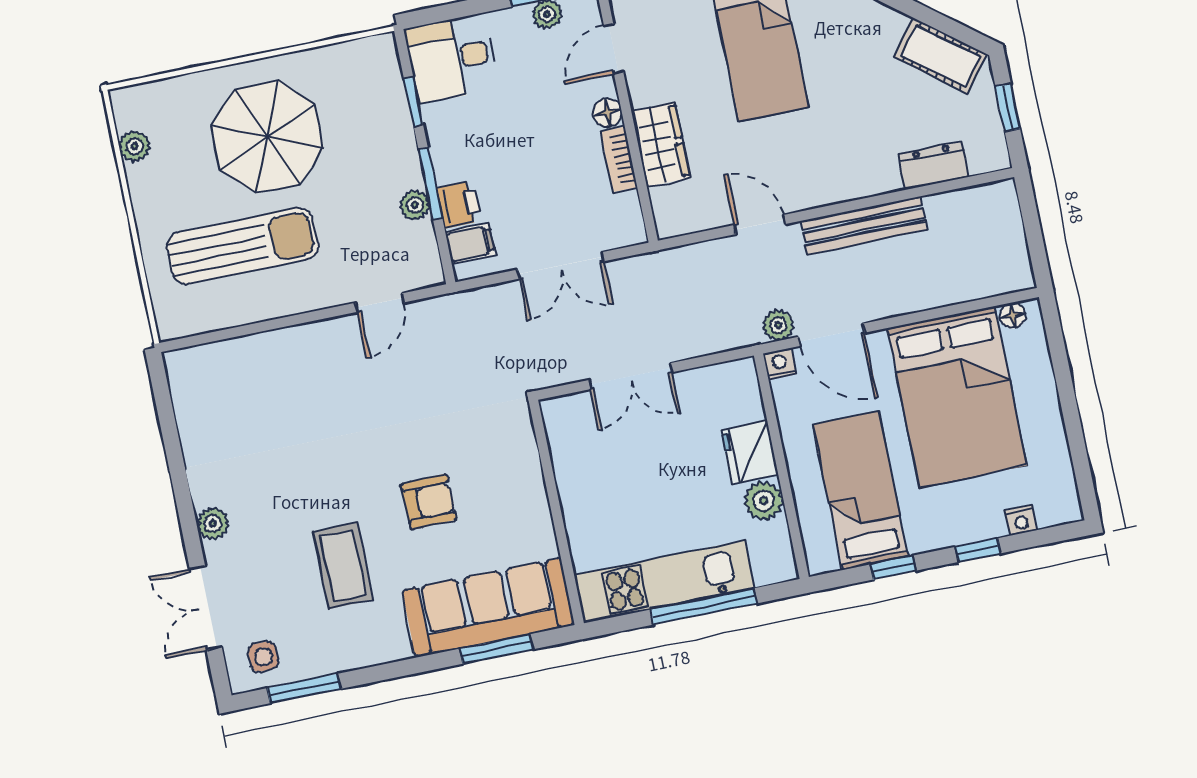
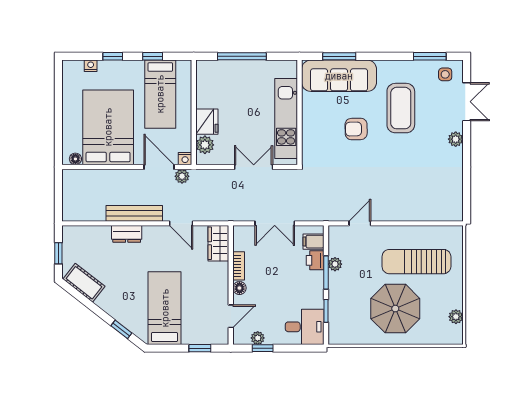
wardrobe: (661, 145) -> (218, 243), moved
dresser: (934, 165) -> (127, 234), moved
double door: (561, 265) -> (275, 223), swing flipped
plant: (764, 501) -> (205, 145), moved
coffee table: (343, 566) -> (401, 108), width x1.36, depth x1.32
kitchen unit: (664, 582) -> (286, 118), moved, turned 90

